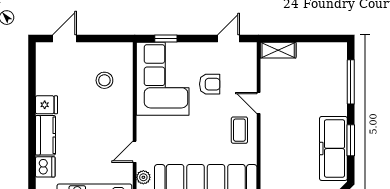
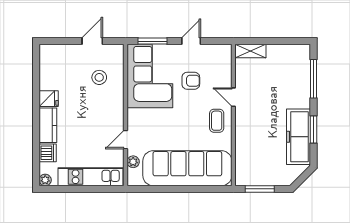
door: (64, 39) -> (92, 41), moved
window: (166, 39) -> (153, 41), width x1.50
door: (228, 39) -> (191, 41), moved

